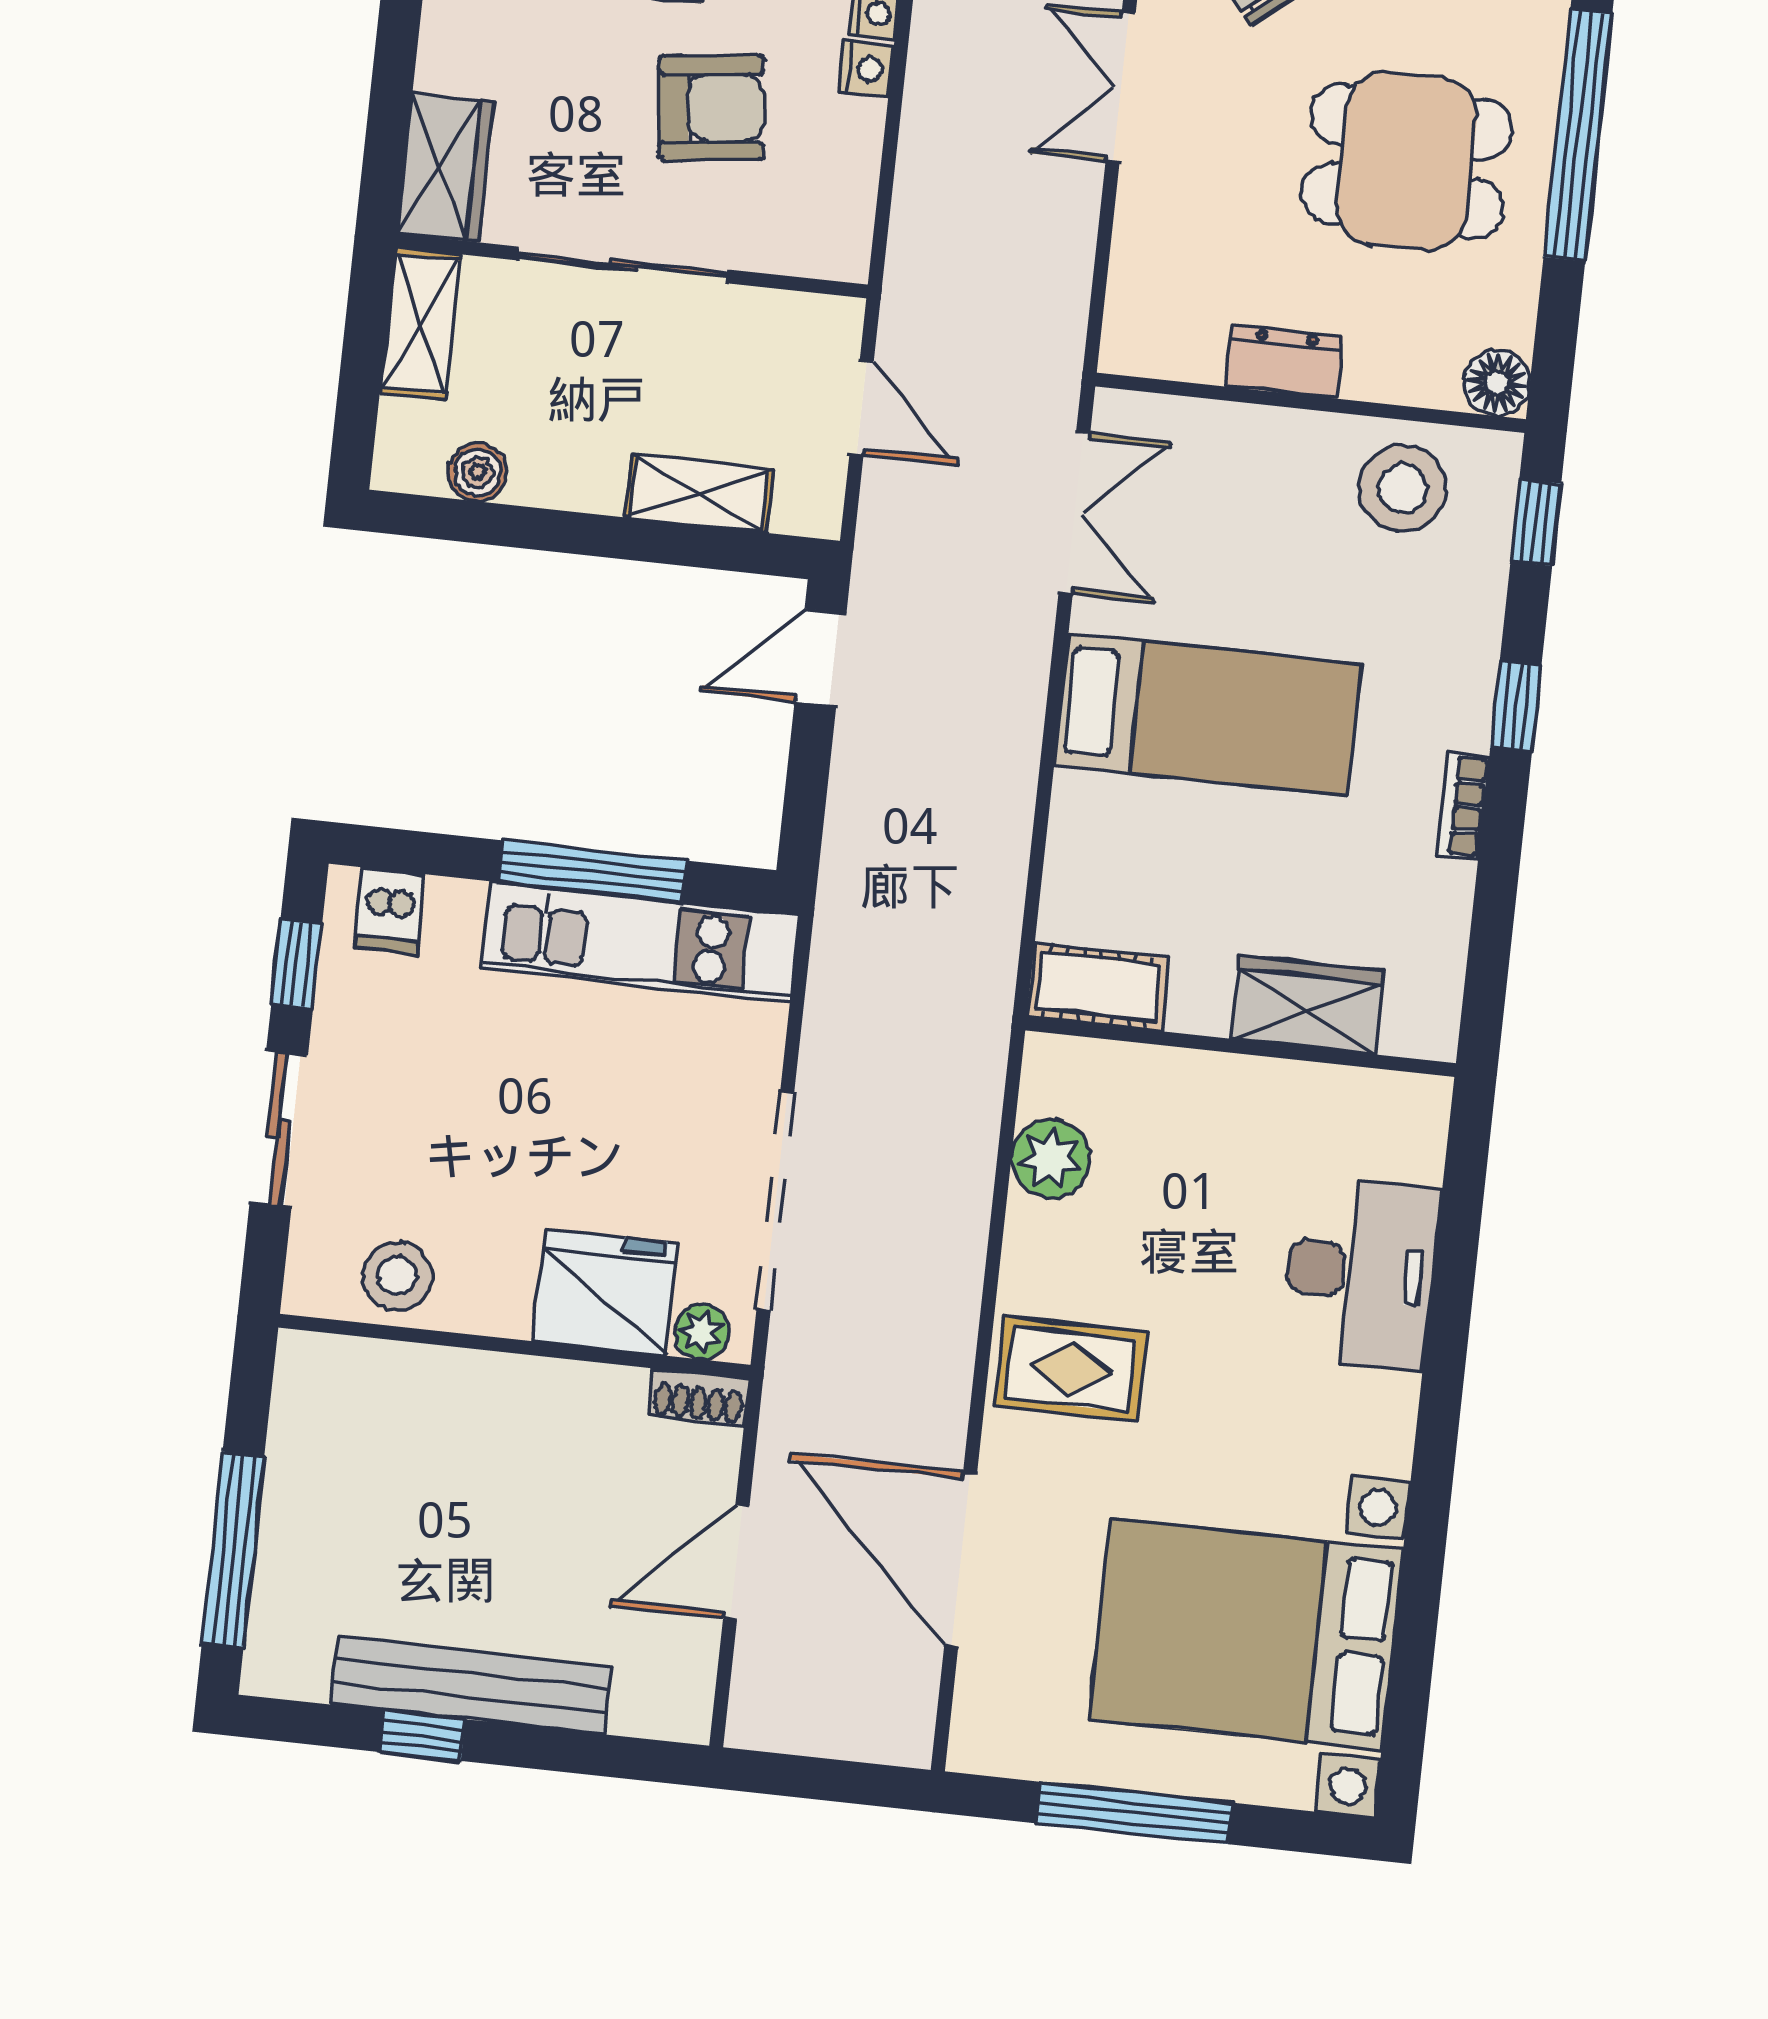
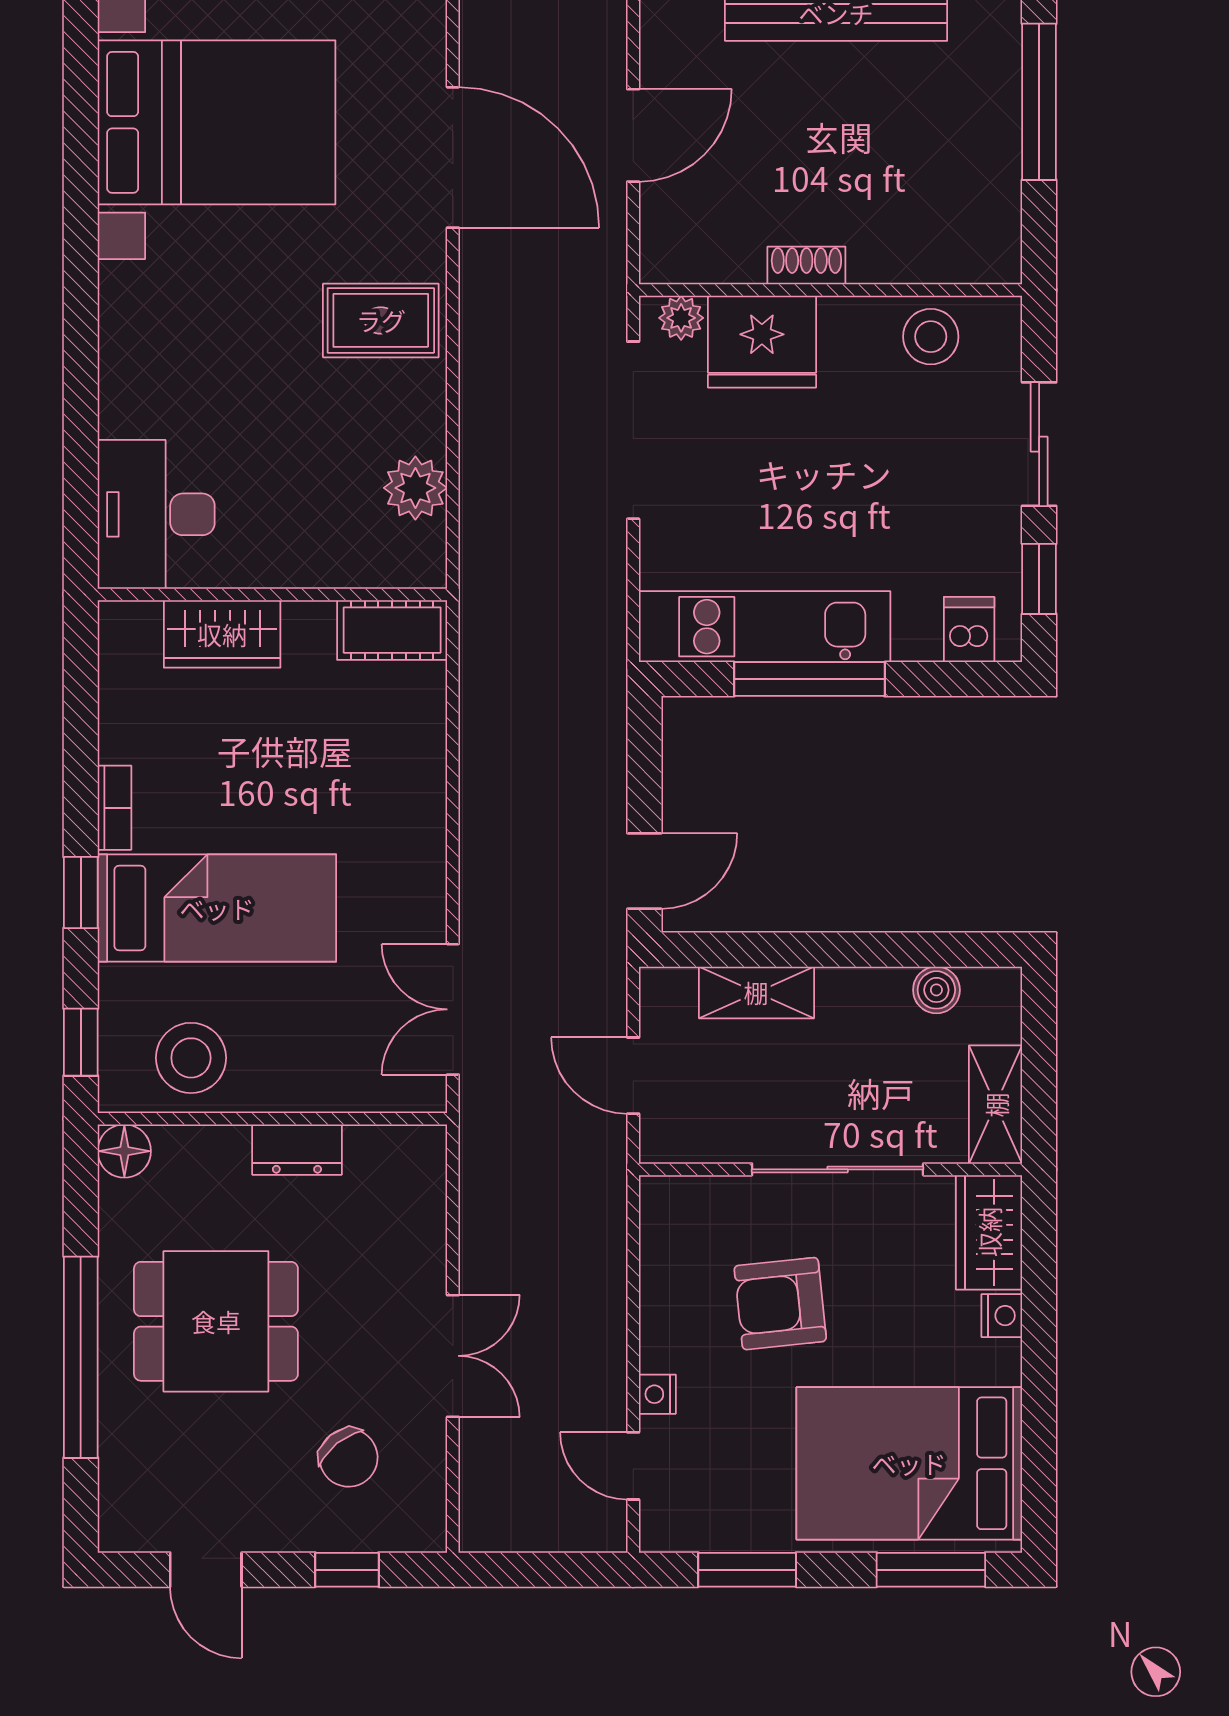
nightstand: (866, 69) -> (1002, 1316), moved, turned 180
bed: (1208, 714) -> (217, 908), moved, turned 180
desk: (1361, 1272) -> (156, 514), moved
shoe rack: (699, 1397) -> (806, 266), moved

